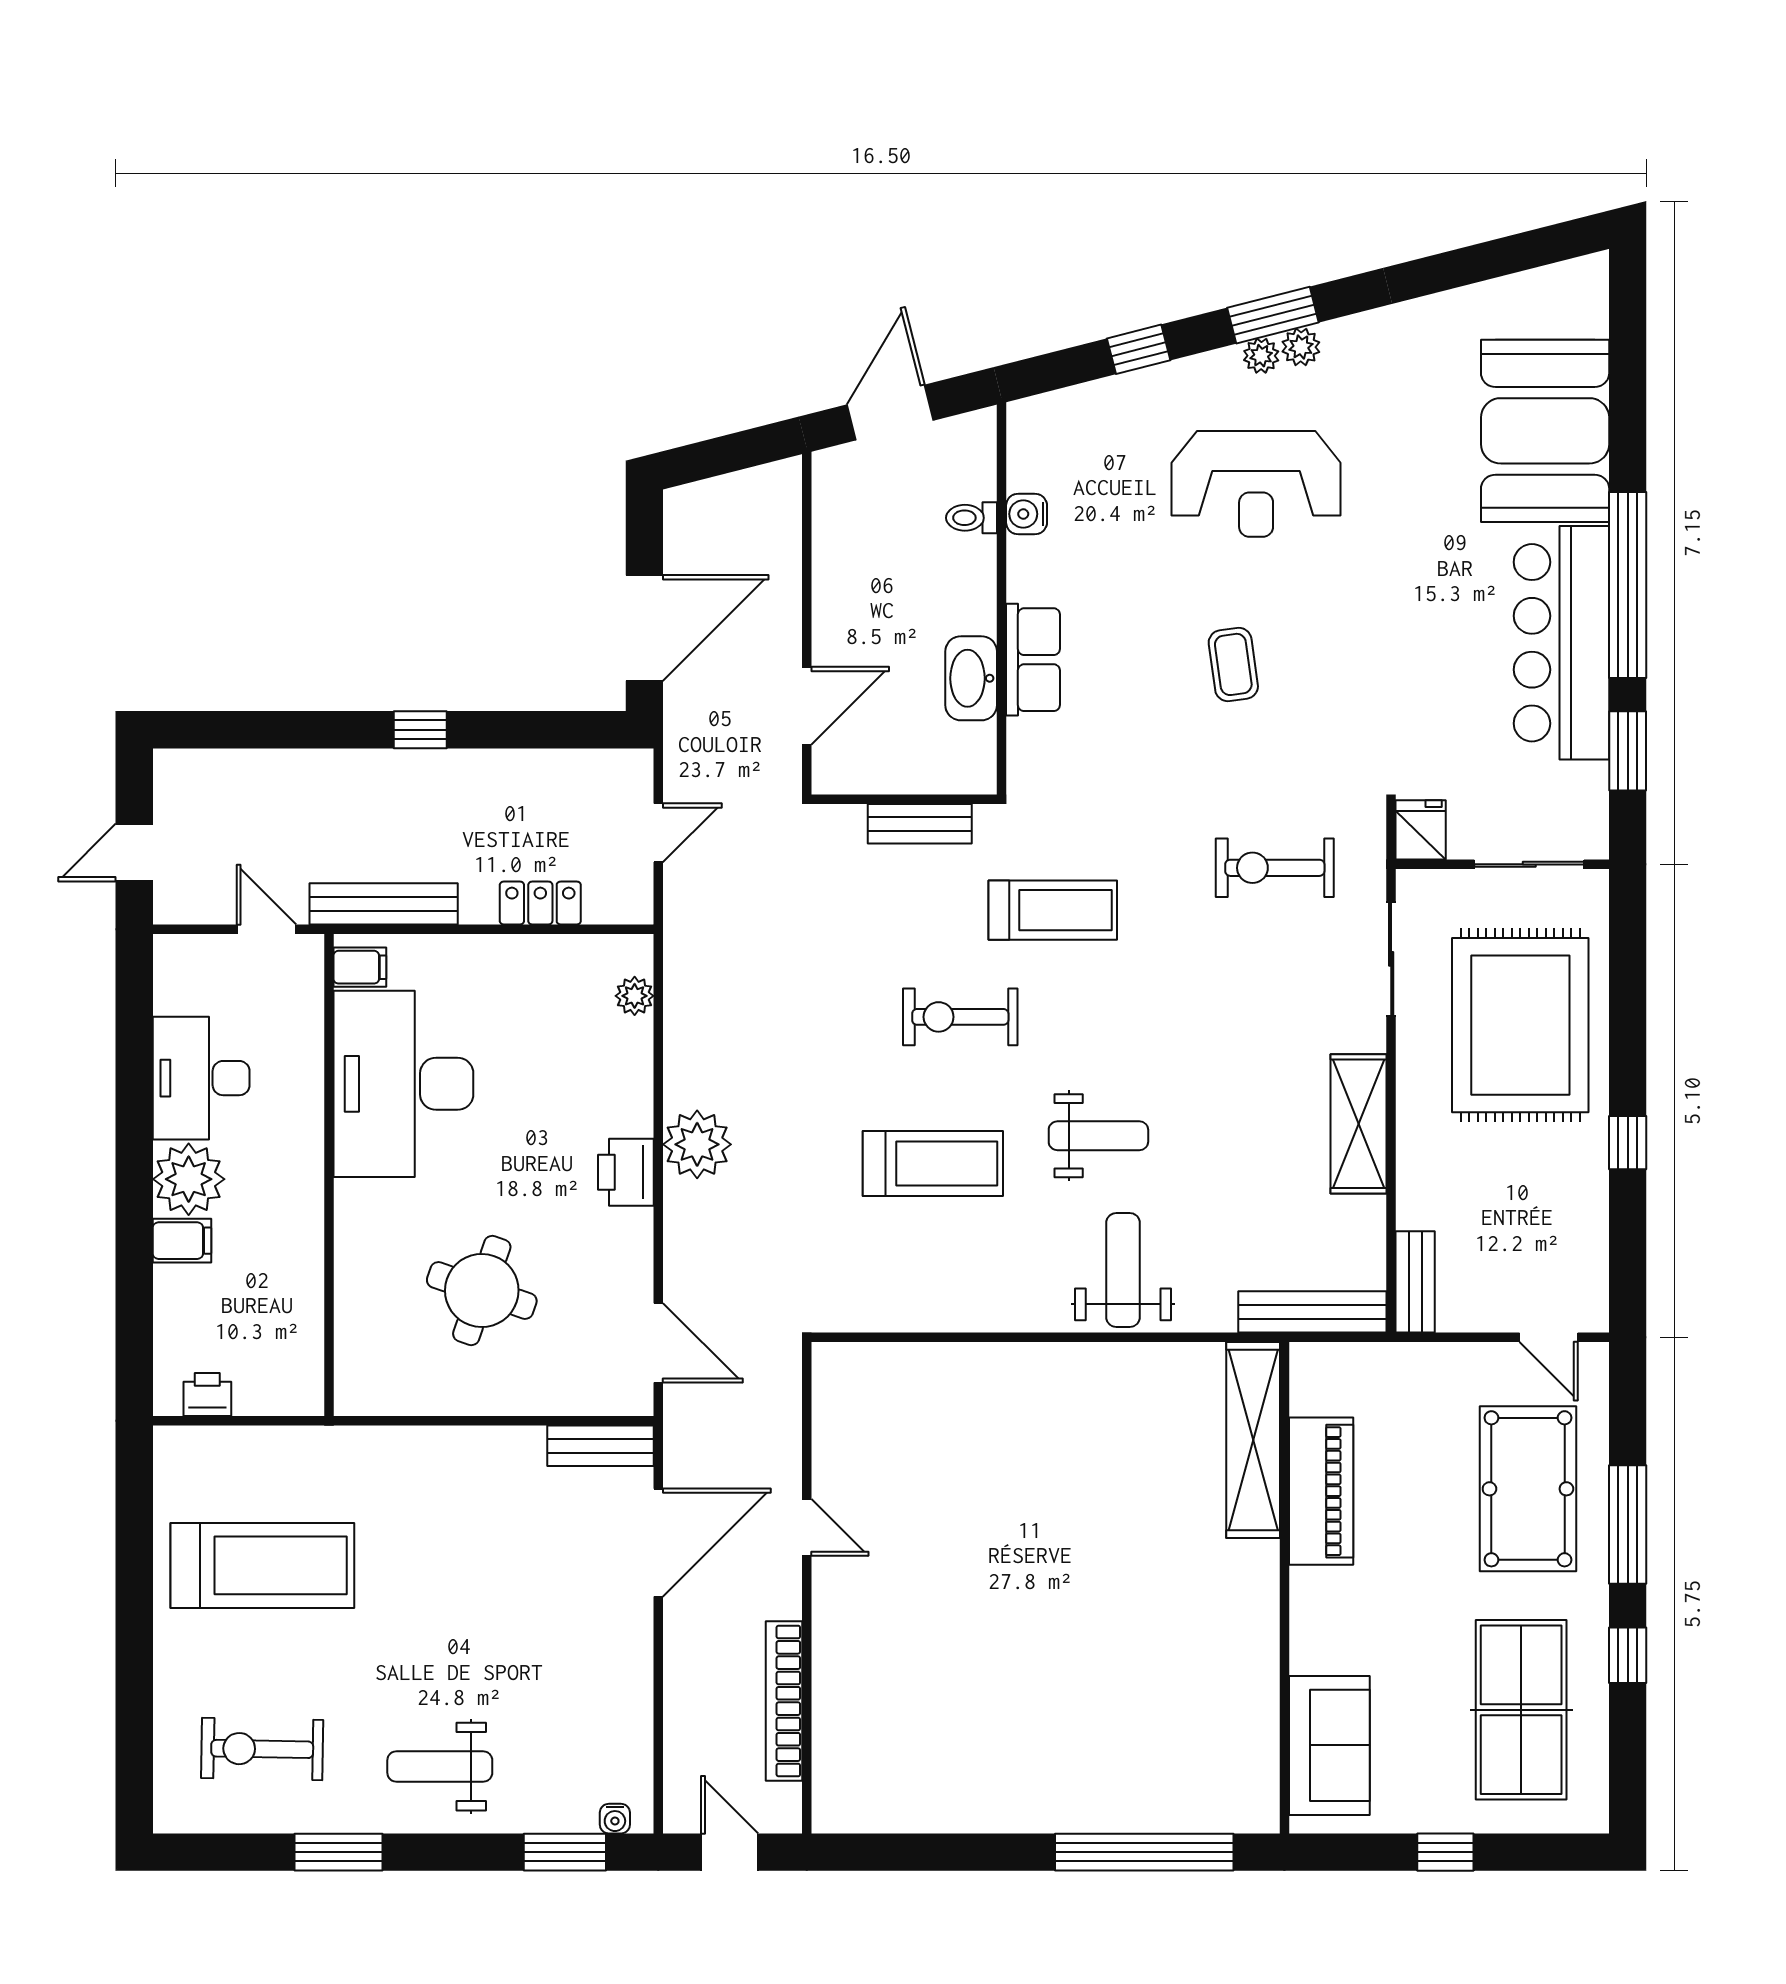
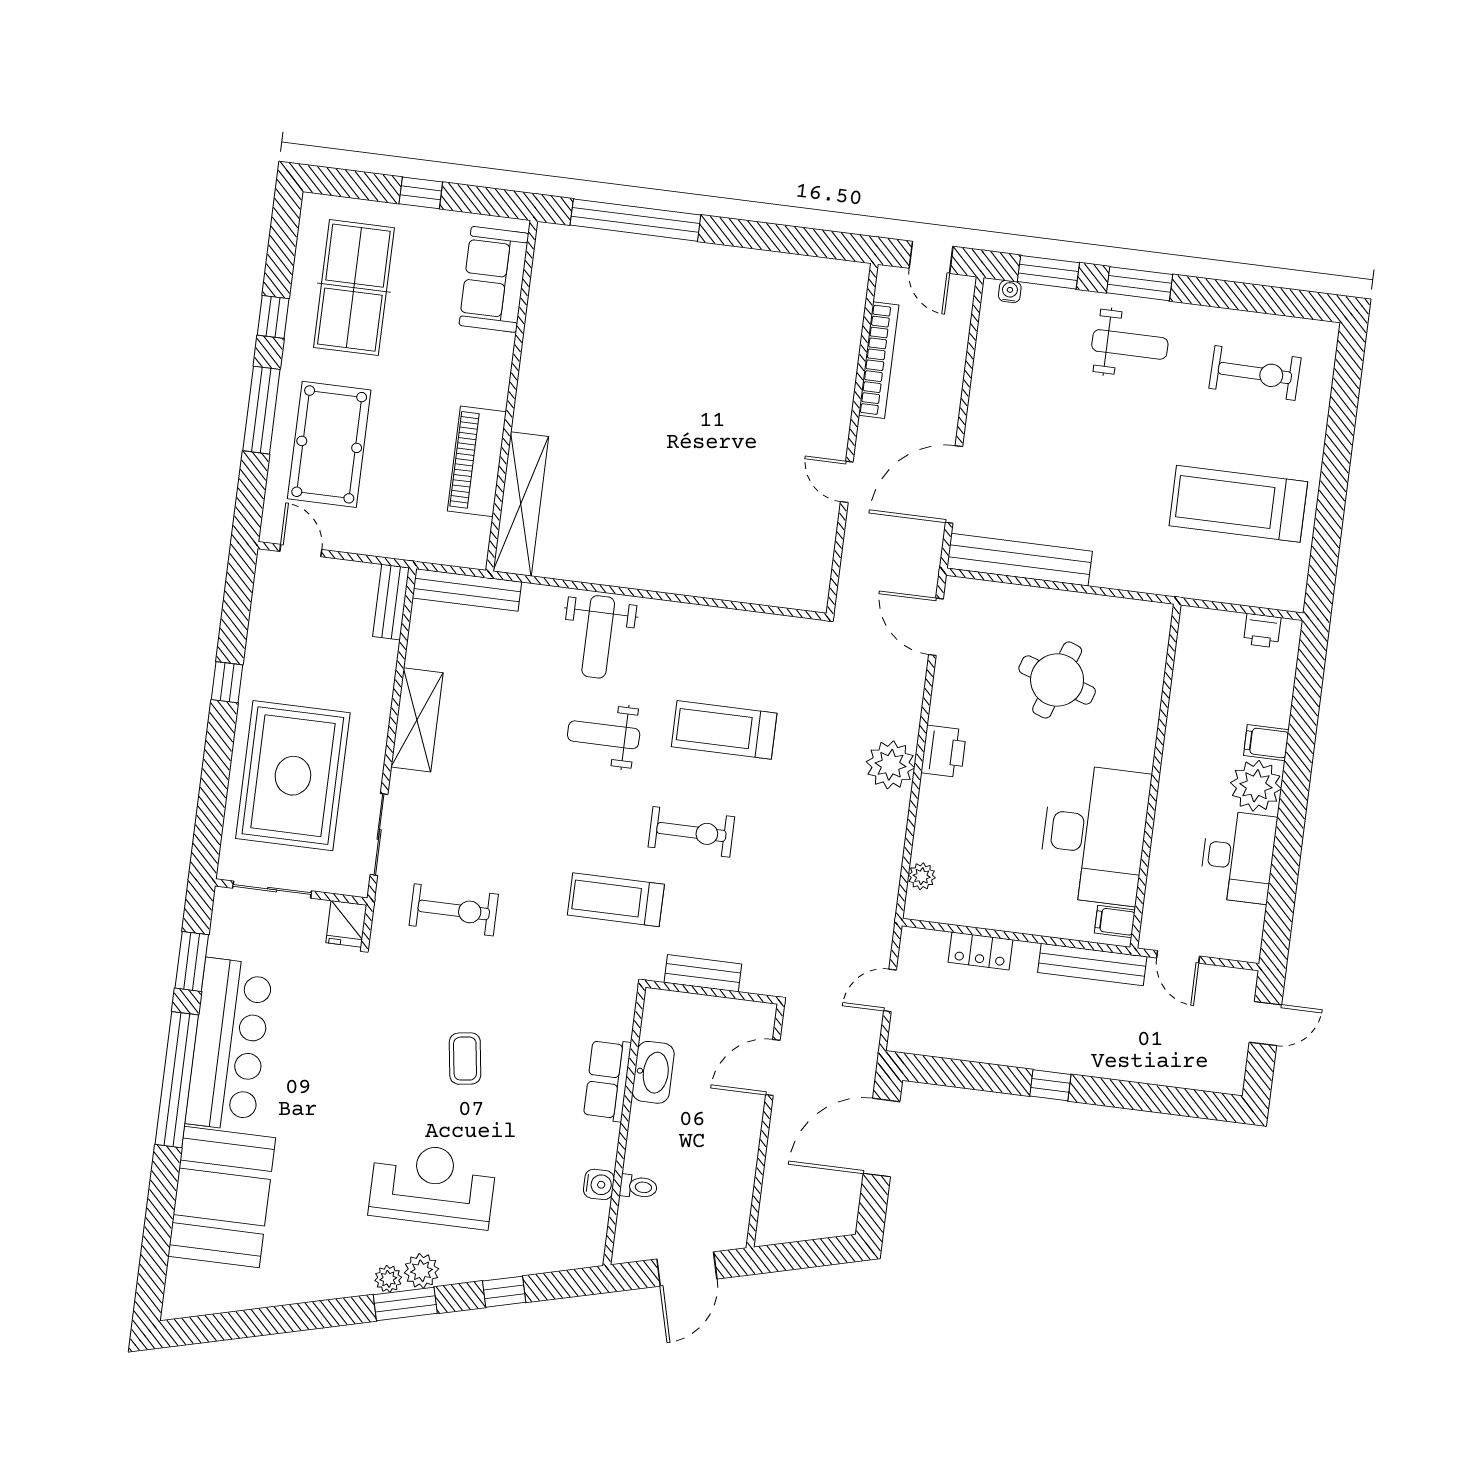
plant: (1261, 356) -> (422, 1271), width x1.38, depth x1.38
bench: (601, 1446) -> (1020, 560), width x1.86, depth x1.21
window: (338, 1852) -> (1140, 284), moved

